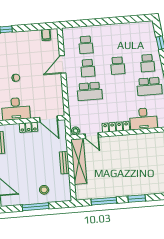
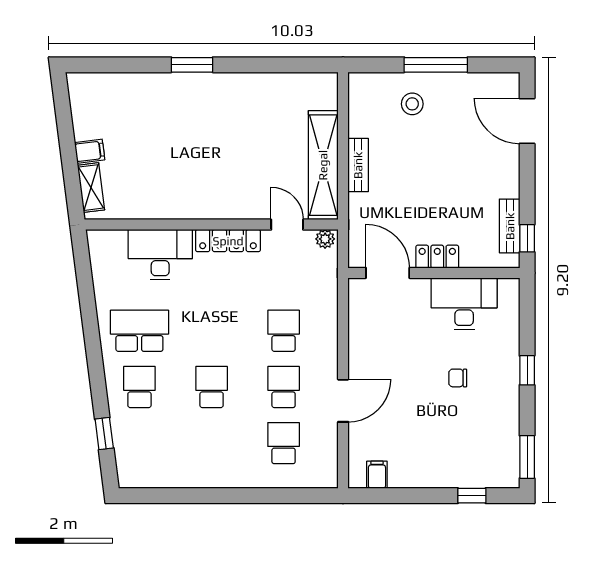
school desk: (90, 91) -> (284, 331), width x0.54
window: (104, 201) -> (271, 65), removed

